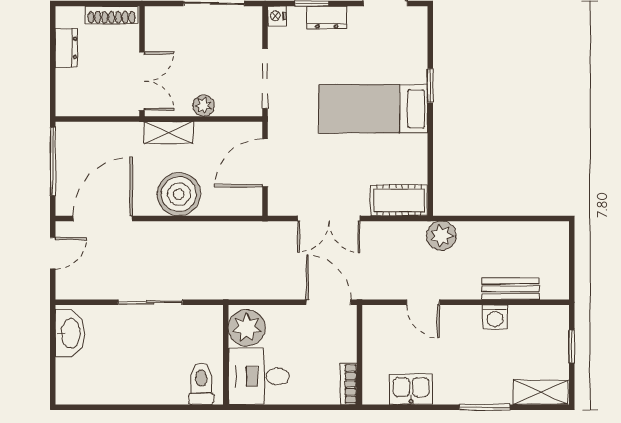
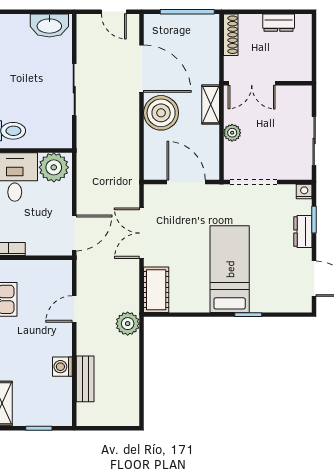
shoe rack: (111, 15) -> (231, 35), moved, turned 180
door: (103, 218) -> (142, 69), moved

